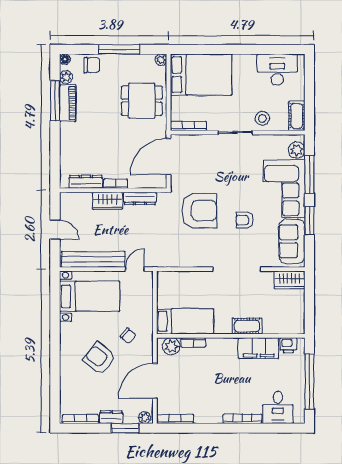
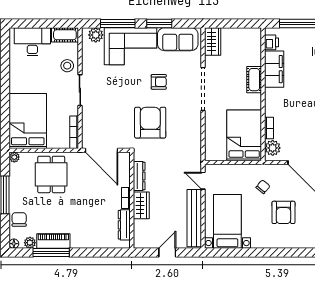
desk: (277, 70) -> (32, 42), moved, turned 90
armchair: (245, 220) -> (159, 82), turned -90
bed: (185, 321) -> (244, 135), width x1.50
armchair: (100, 359) -> (283, 212), turned -38

